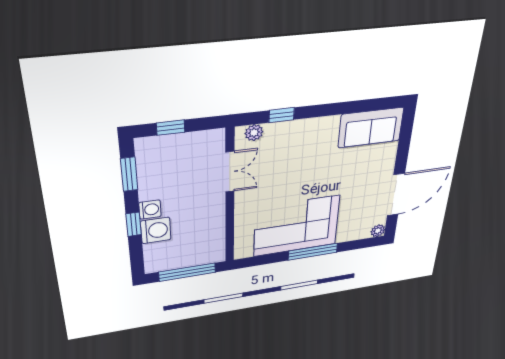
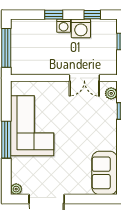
window: (129, 174) -> (92, 15), width x0.67
washing machine: (156, 230) -> (81, 28), moved

